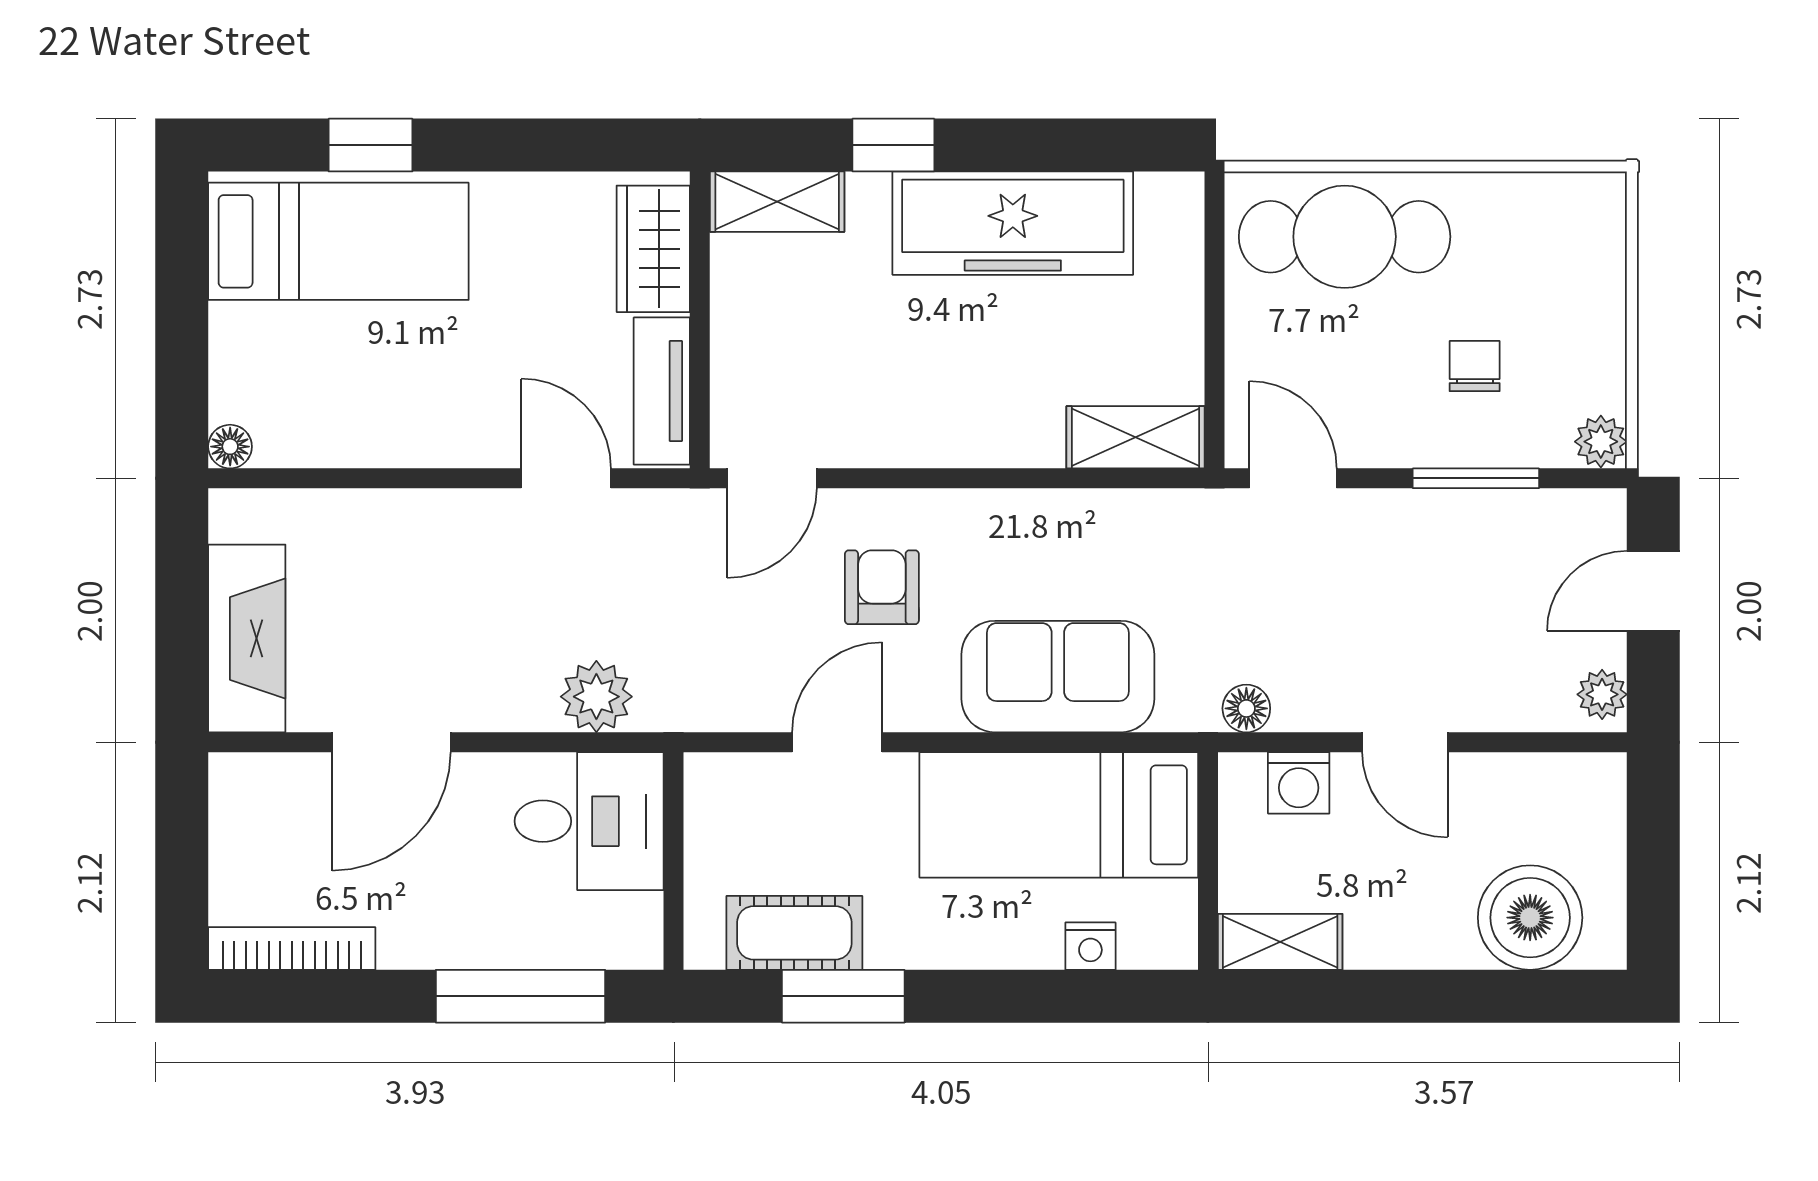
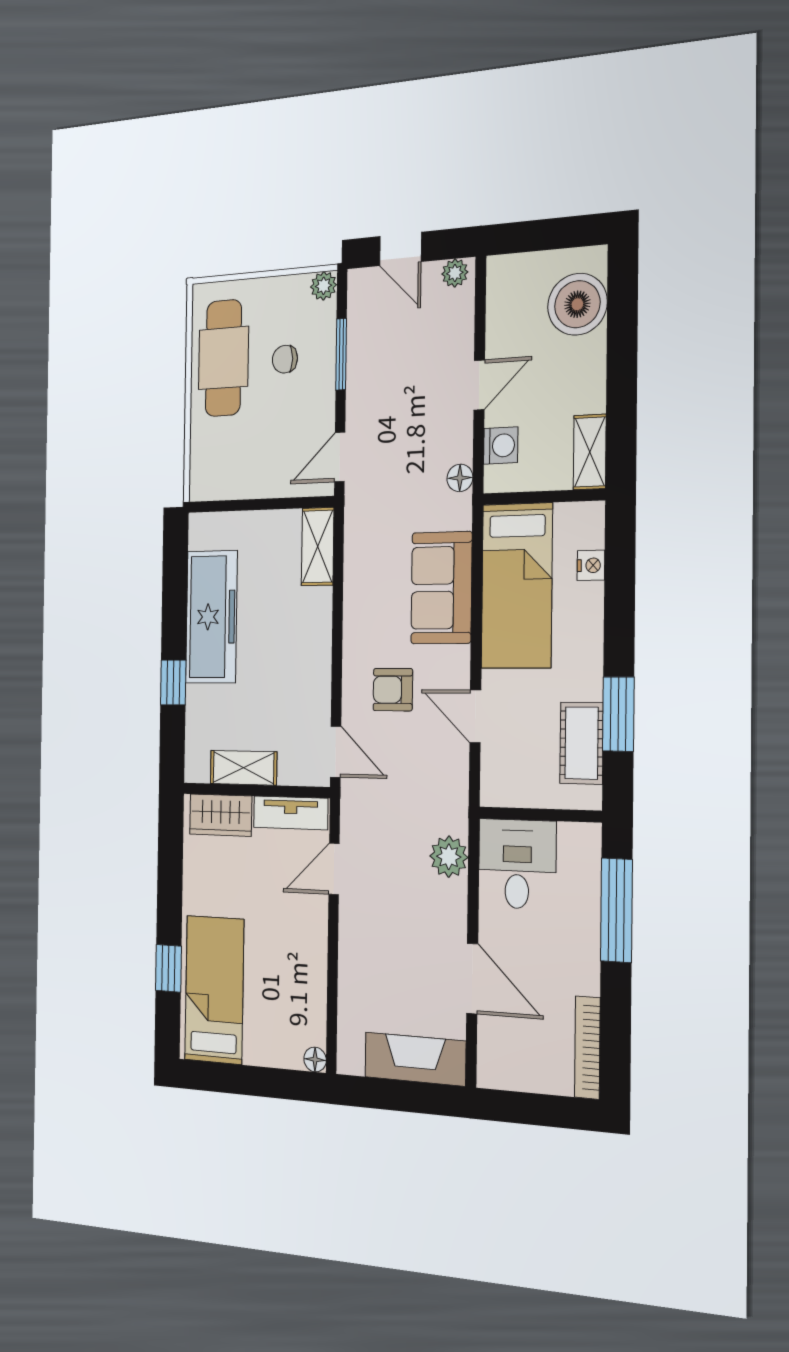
shelving: (777, 202) -> (243, 768), moved, turned 90
cafe table: (1345, 237) -> (223, 358), moved

